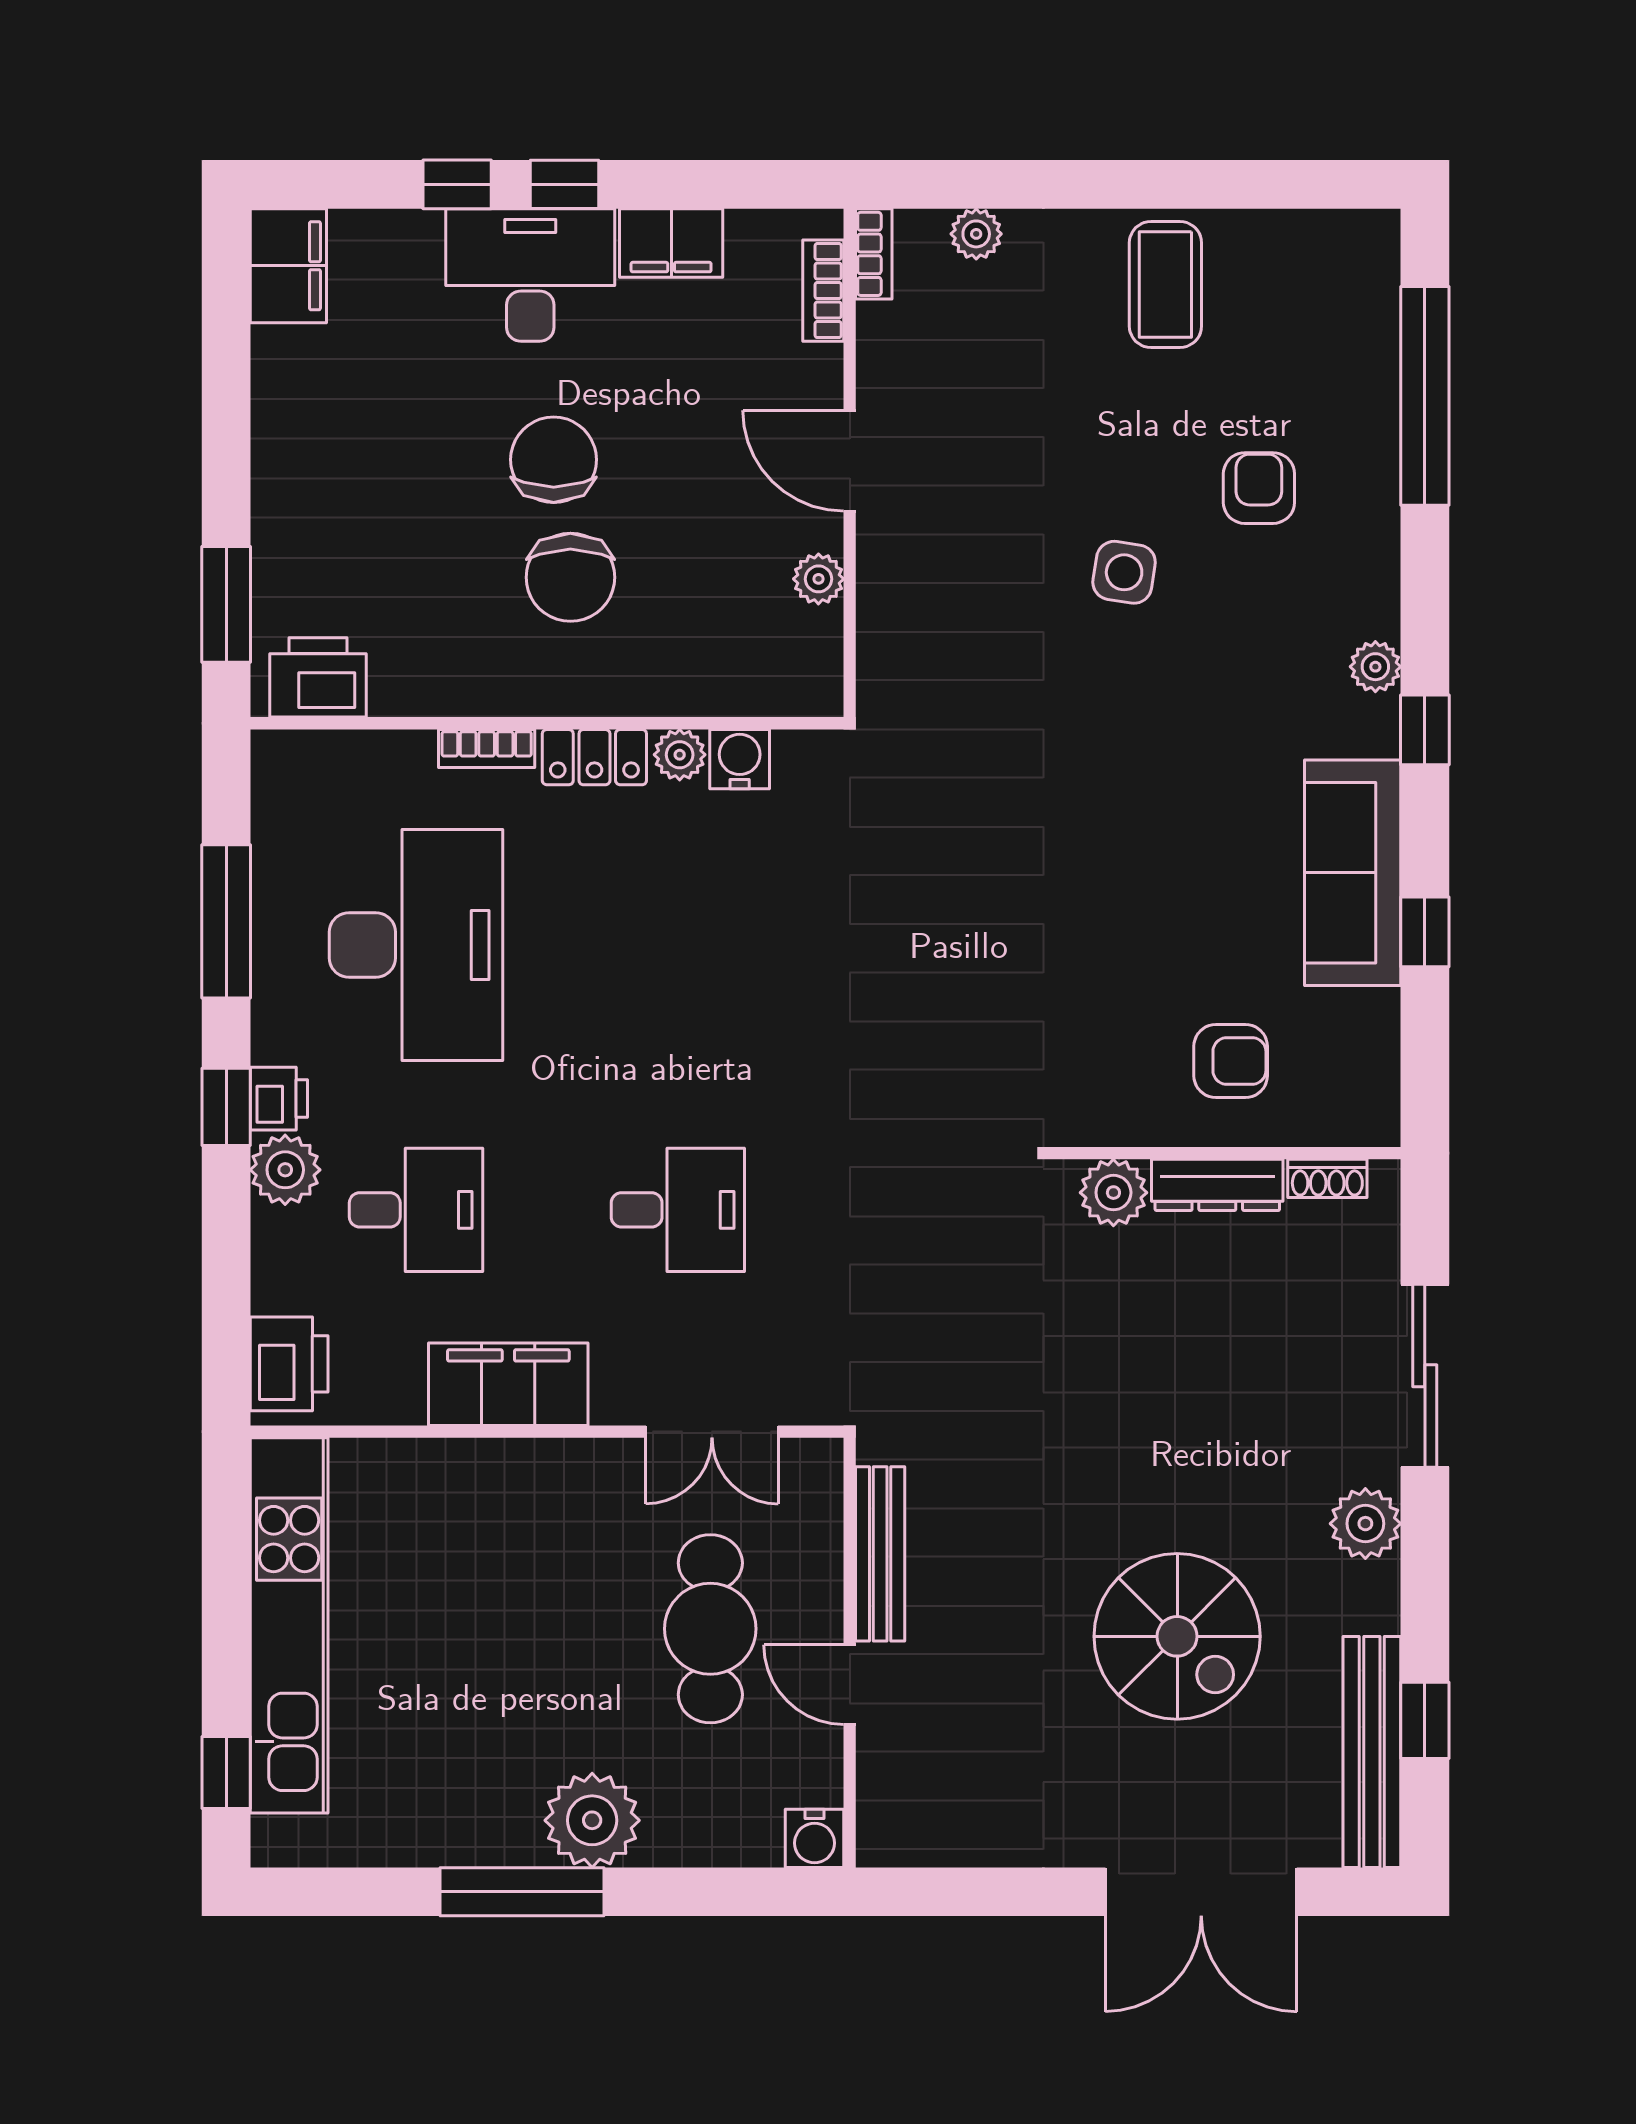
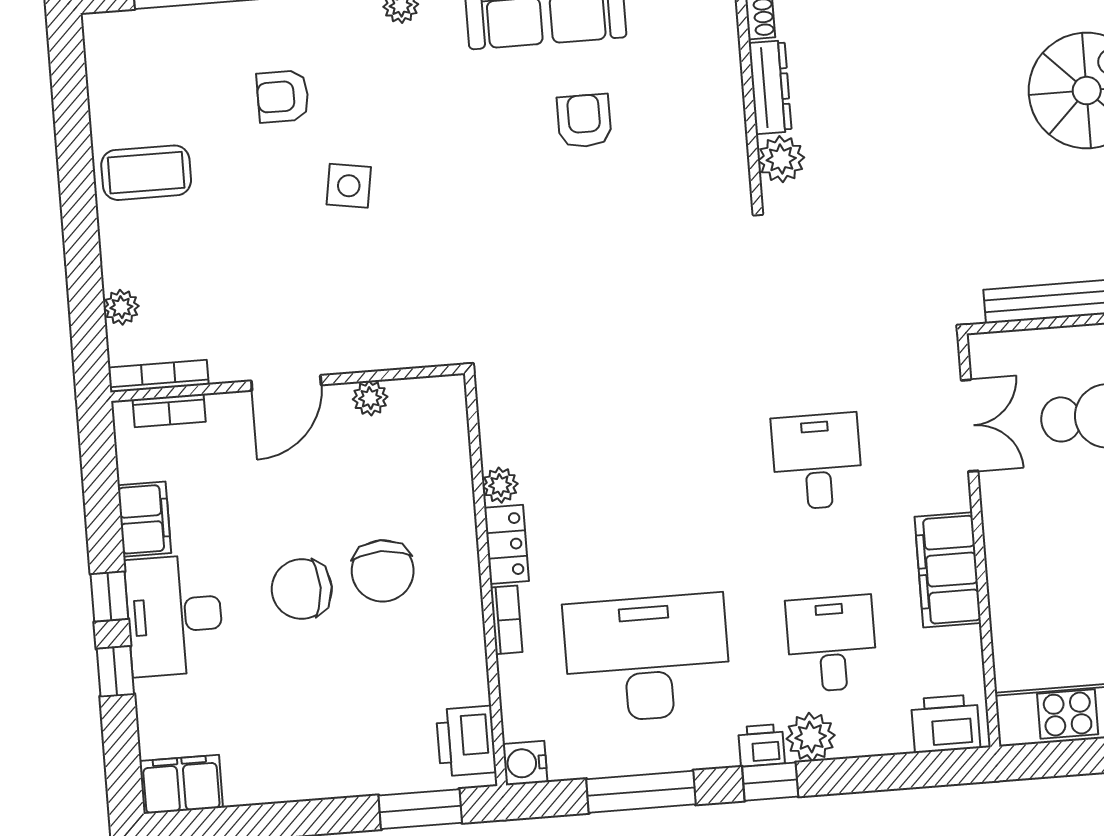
bookcase: (874, 254) -> (158, 376), width x1.56
chair: (570, 577) -> (383, 571), turned 90
water cooler: (740, 759) -> (525, 763), moved
armchair: (1231, 1061) -> (584, 121), moved

